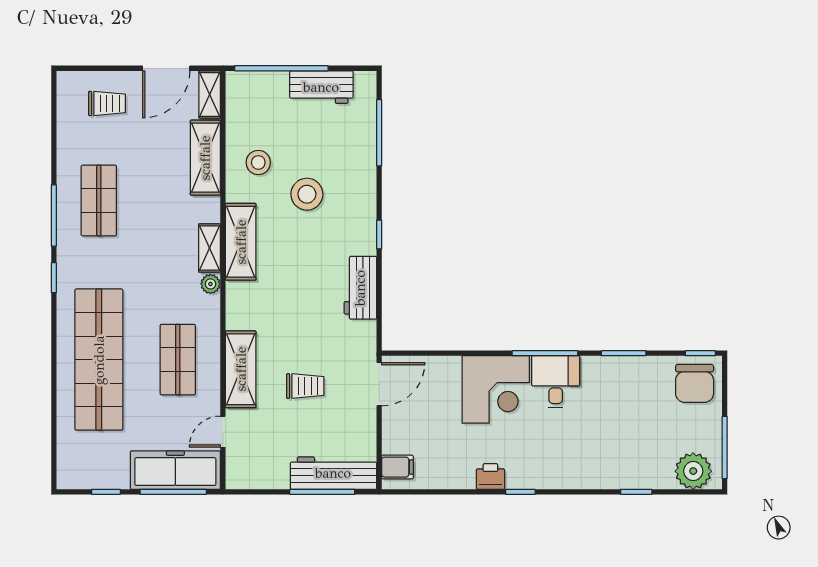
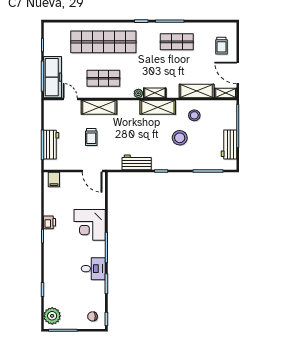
desk: (556, 382) -> (93, 269), moved
chair: (695, 383) -> (92, 316), width x0.54, depth x0.54
workbench: (333, 473) -> (51, 145), width x0.73

